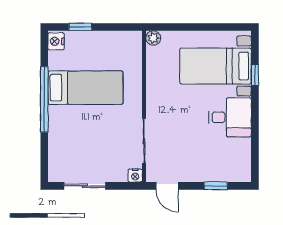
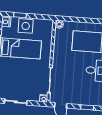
side table: (92, 46) -> (26, 26), added

